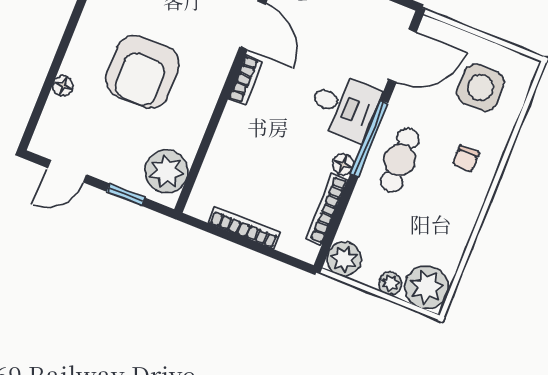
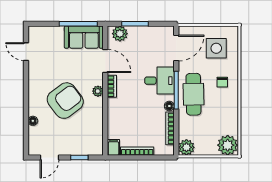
armchair: (143, 72) -> (65, 101), turned -127
cafe table: (400, 160) -> (193, 94), width x1.37, depth x1.35
plant: (166, 171) -> (98, 91), moved, width x0.53, depth x0.53
filing cabinet: (201, 202) -> (113, 147), added
plant: (390, 283) -> (211, 150), removed

